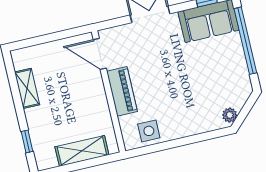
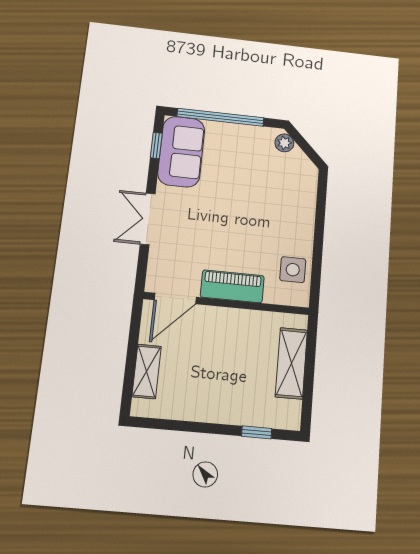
shelving: (27, 88) -> (147, 371), moved, turned 90
plant: (230, 115) -> (284, 143), moved

